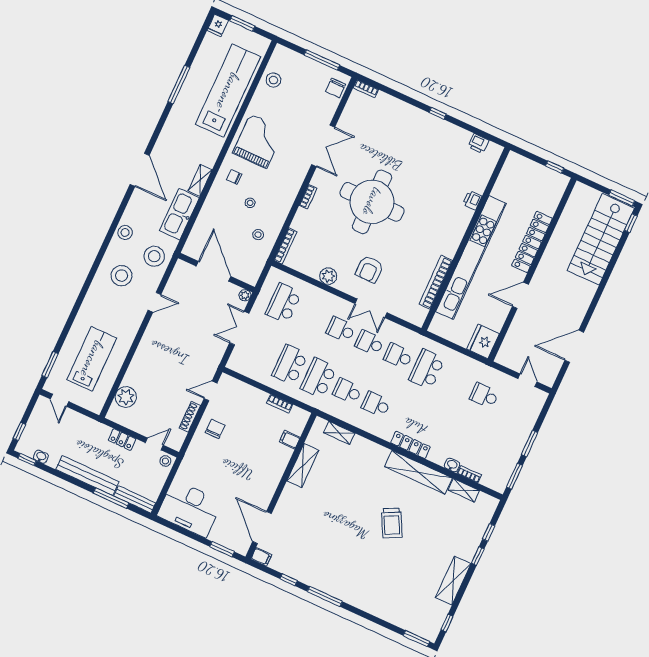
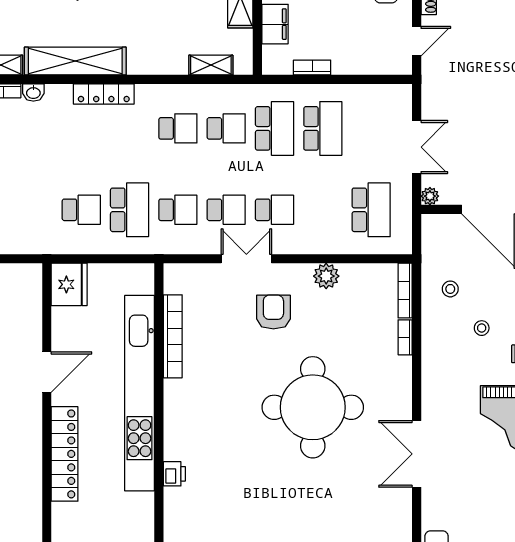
bookcase: (308, 197) -> (405, 337), moved
school desk: (484, 396) -> (81, 210), moved
filing cabinet: (290, 440) -> (275, 24), width x2.00

